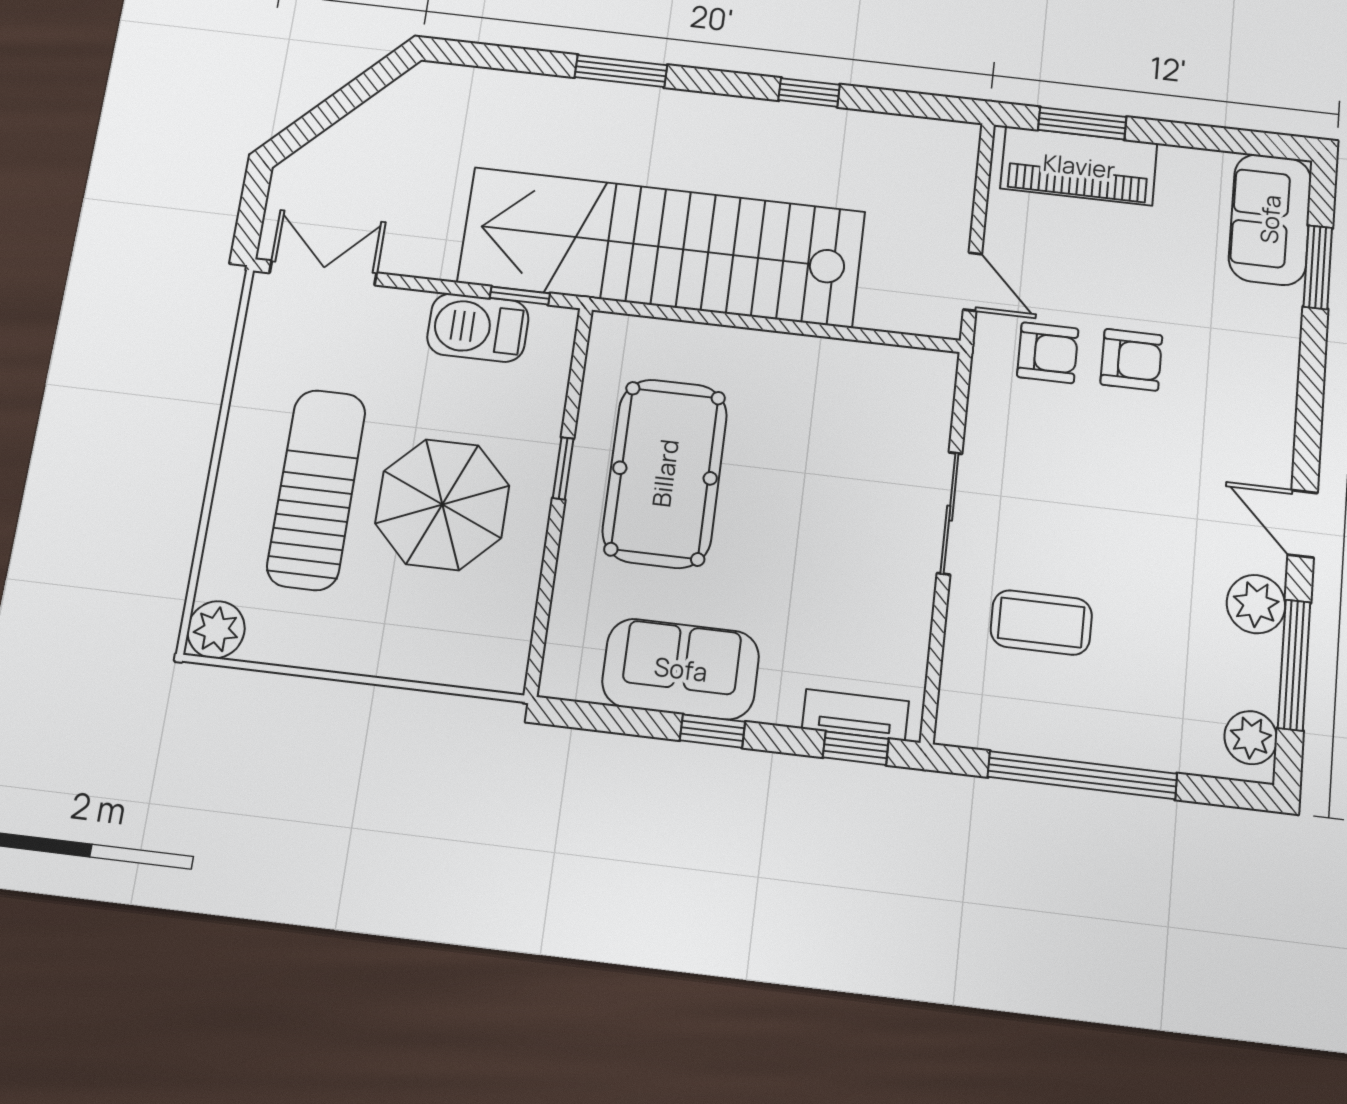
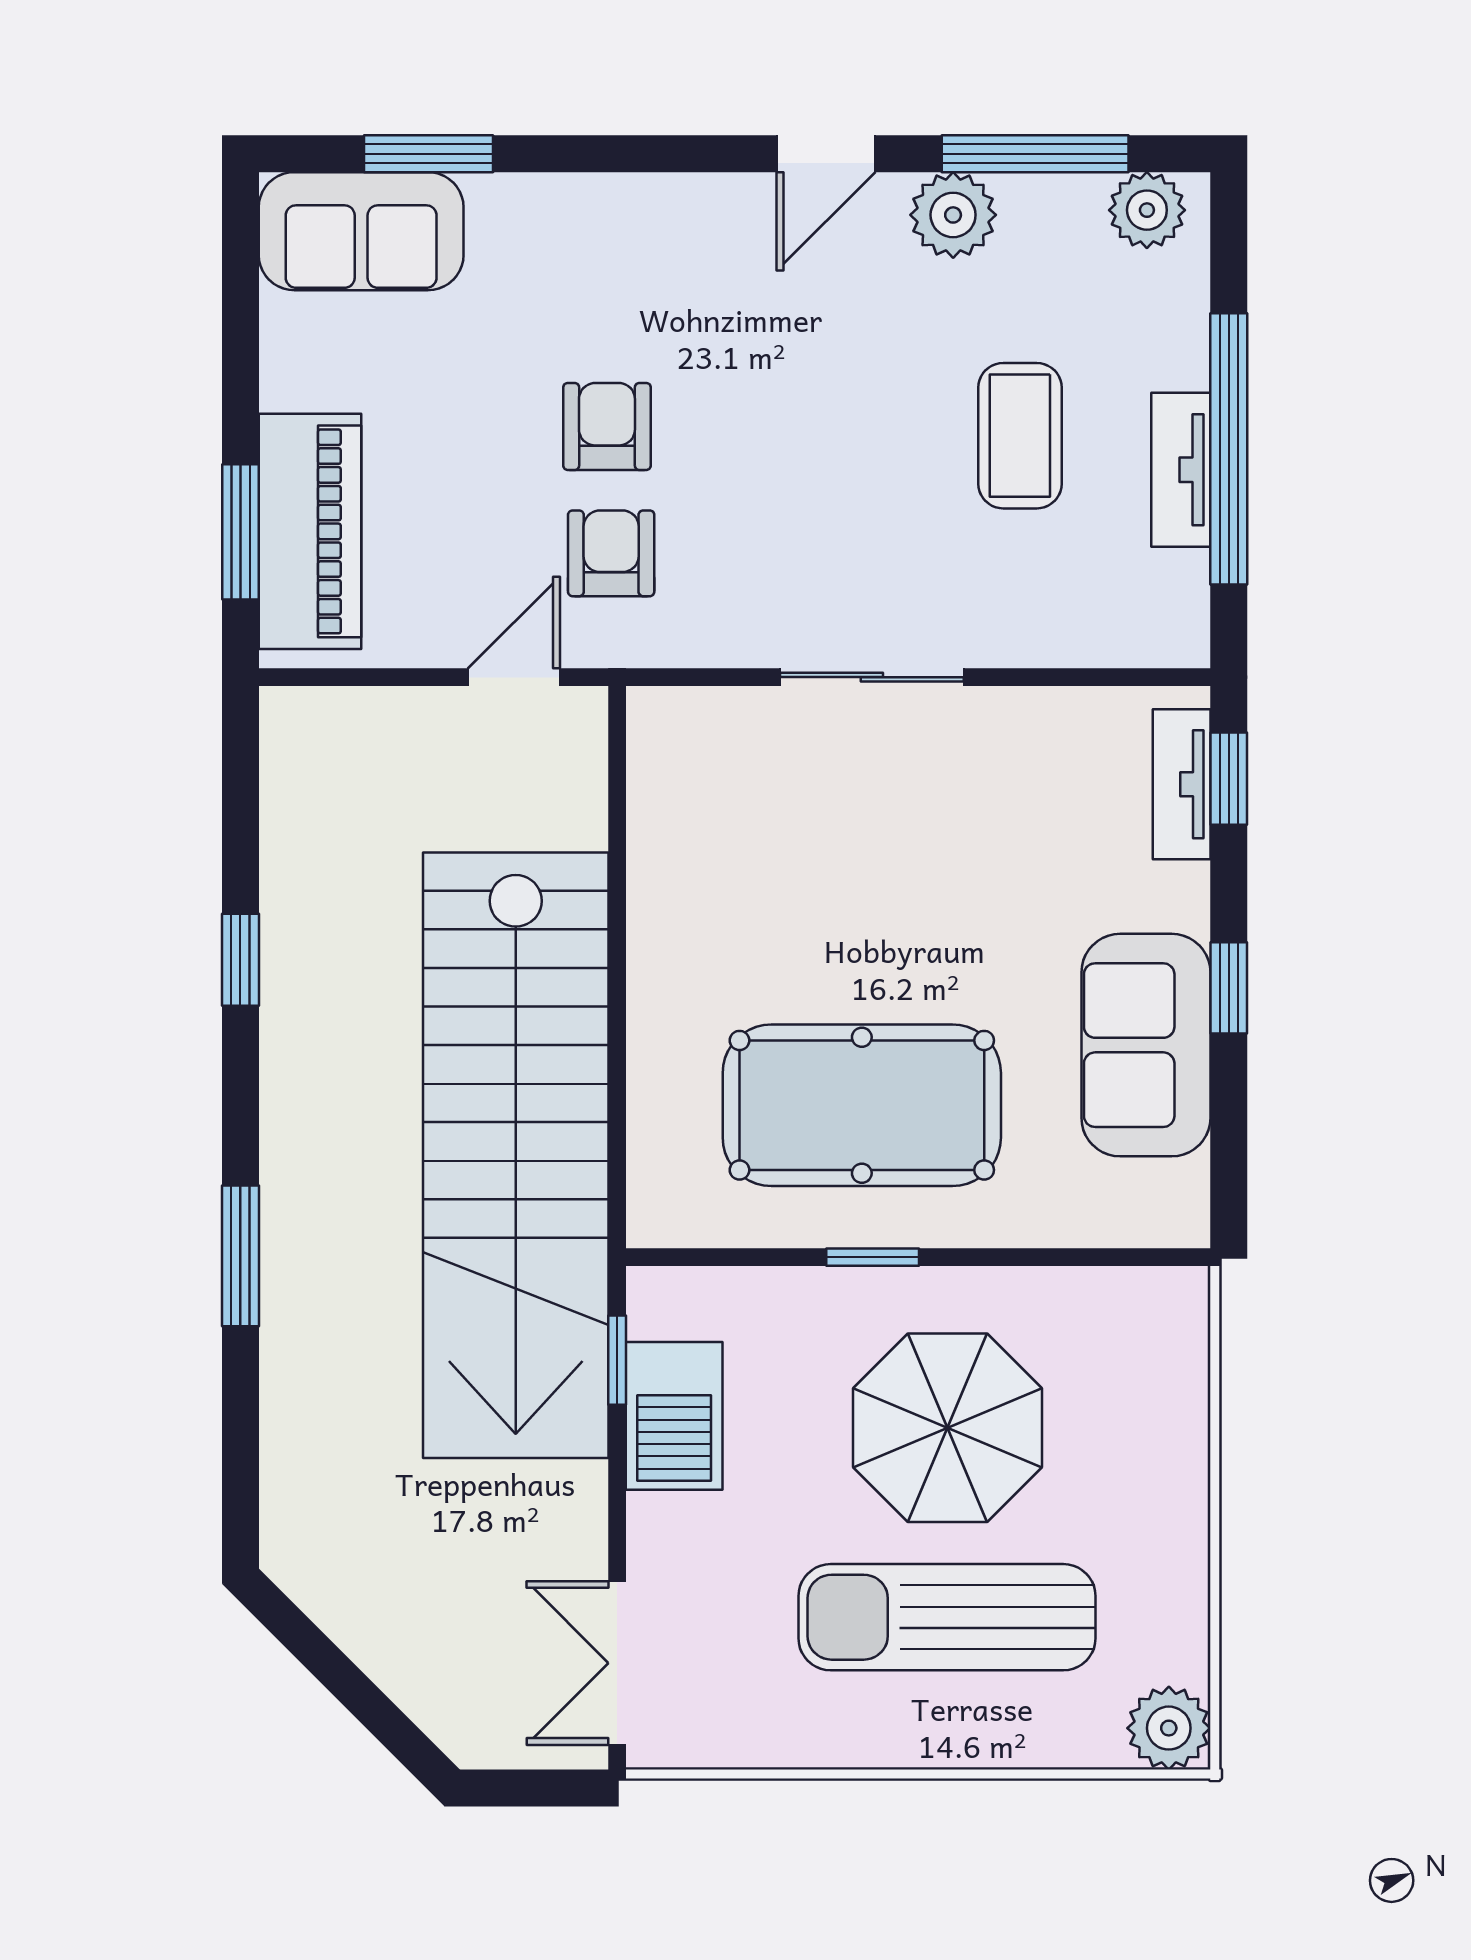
coffee table: (1041, 622) -> (1020, 436), moved
tv unit: (1071, 740) -> (1181, 470), added

